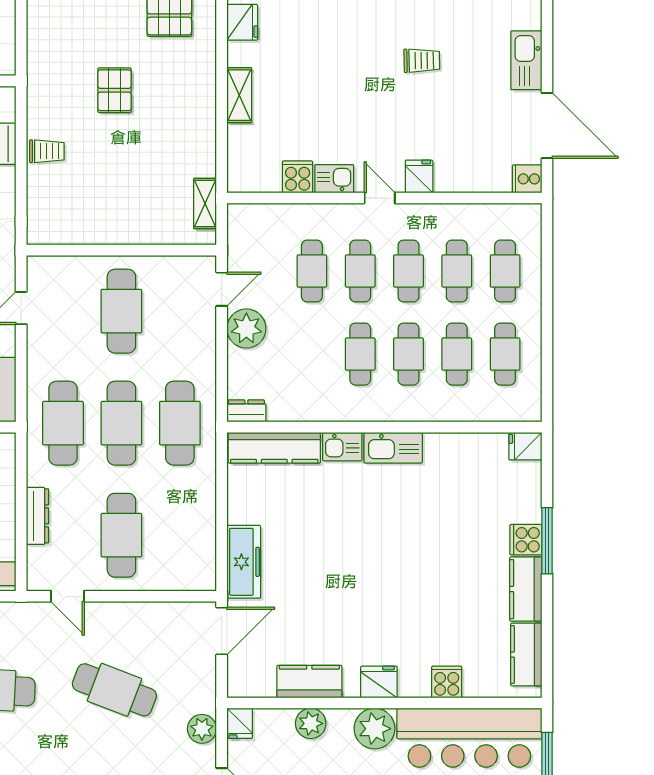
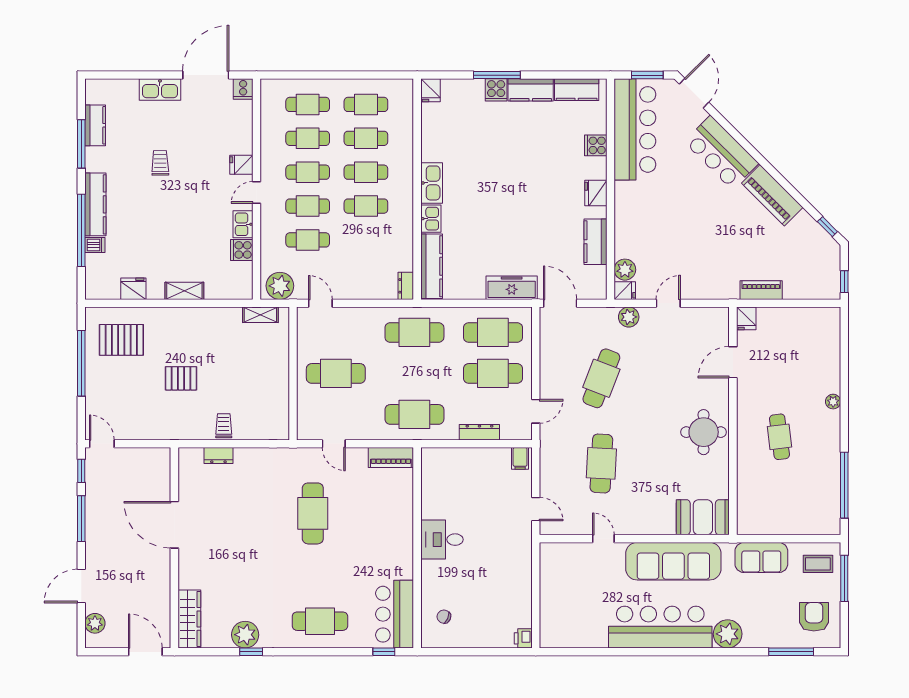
plant: (246, 329) -> (280, 286), moved
cafe table: (121, 423) -> (493, 332), moved
plant: (311, 723) -> (625, 270), moved
plant: (375, 729) -> (629, 196), removed

